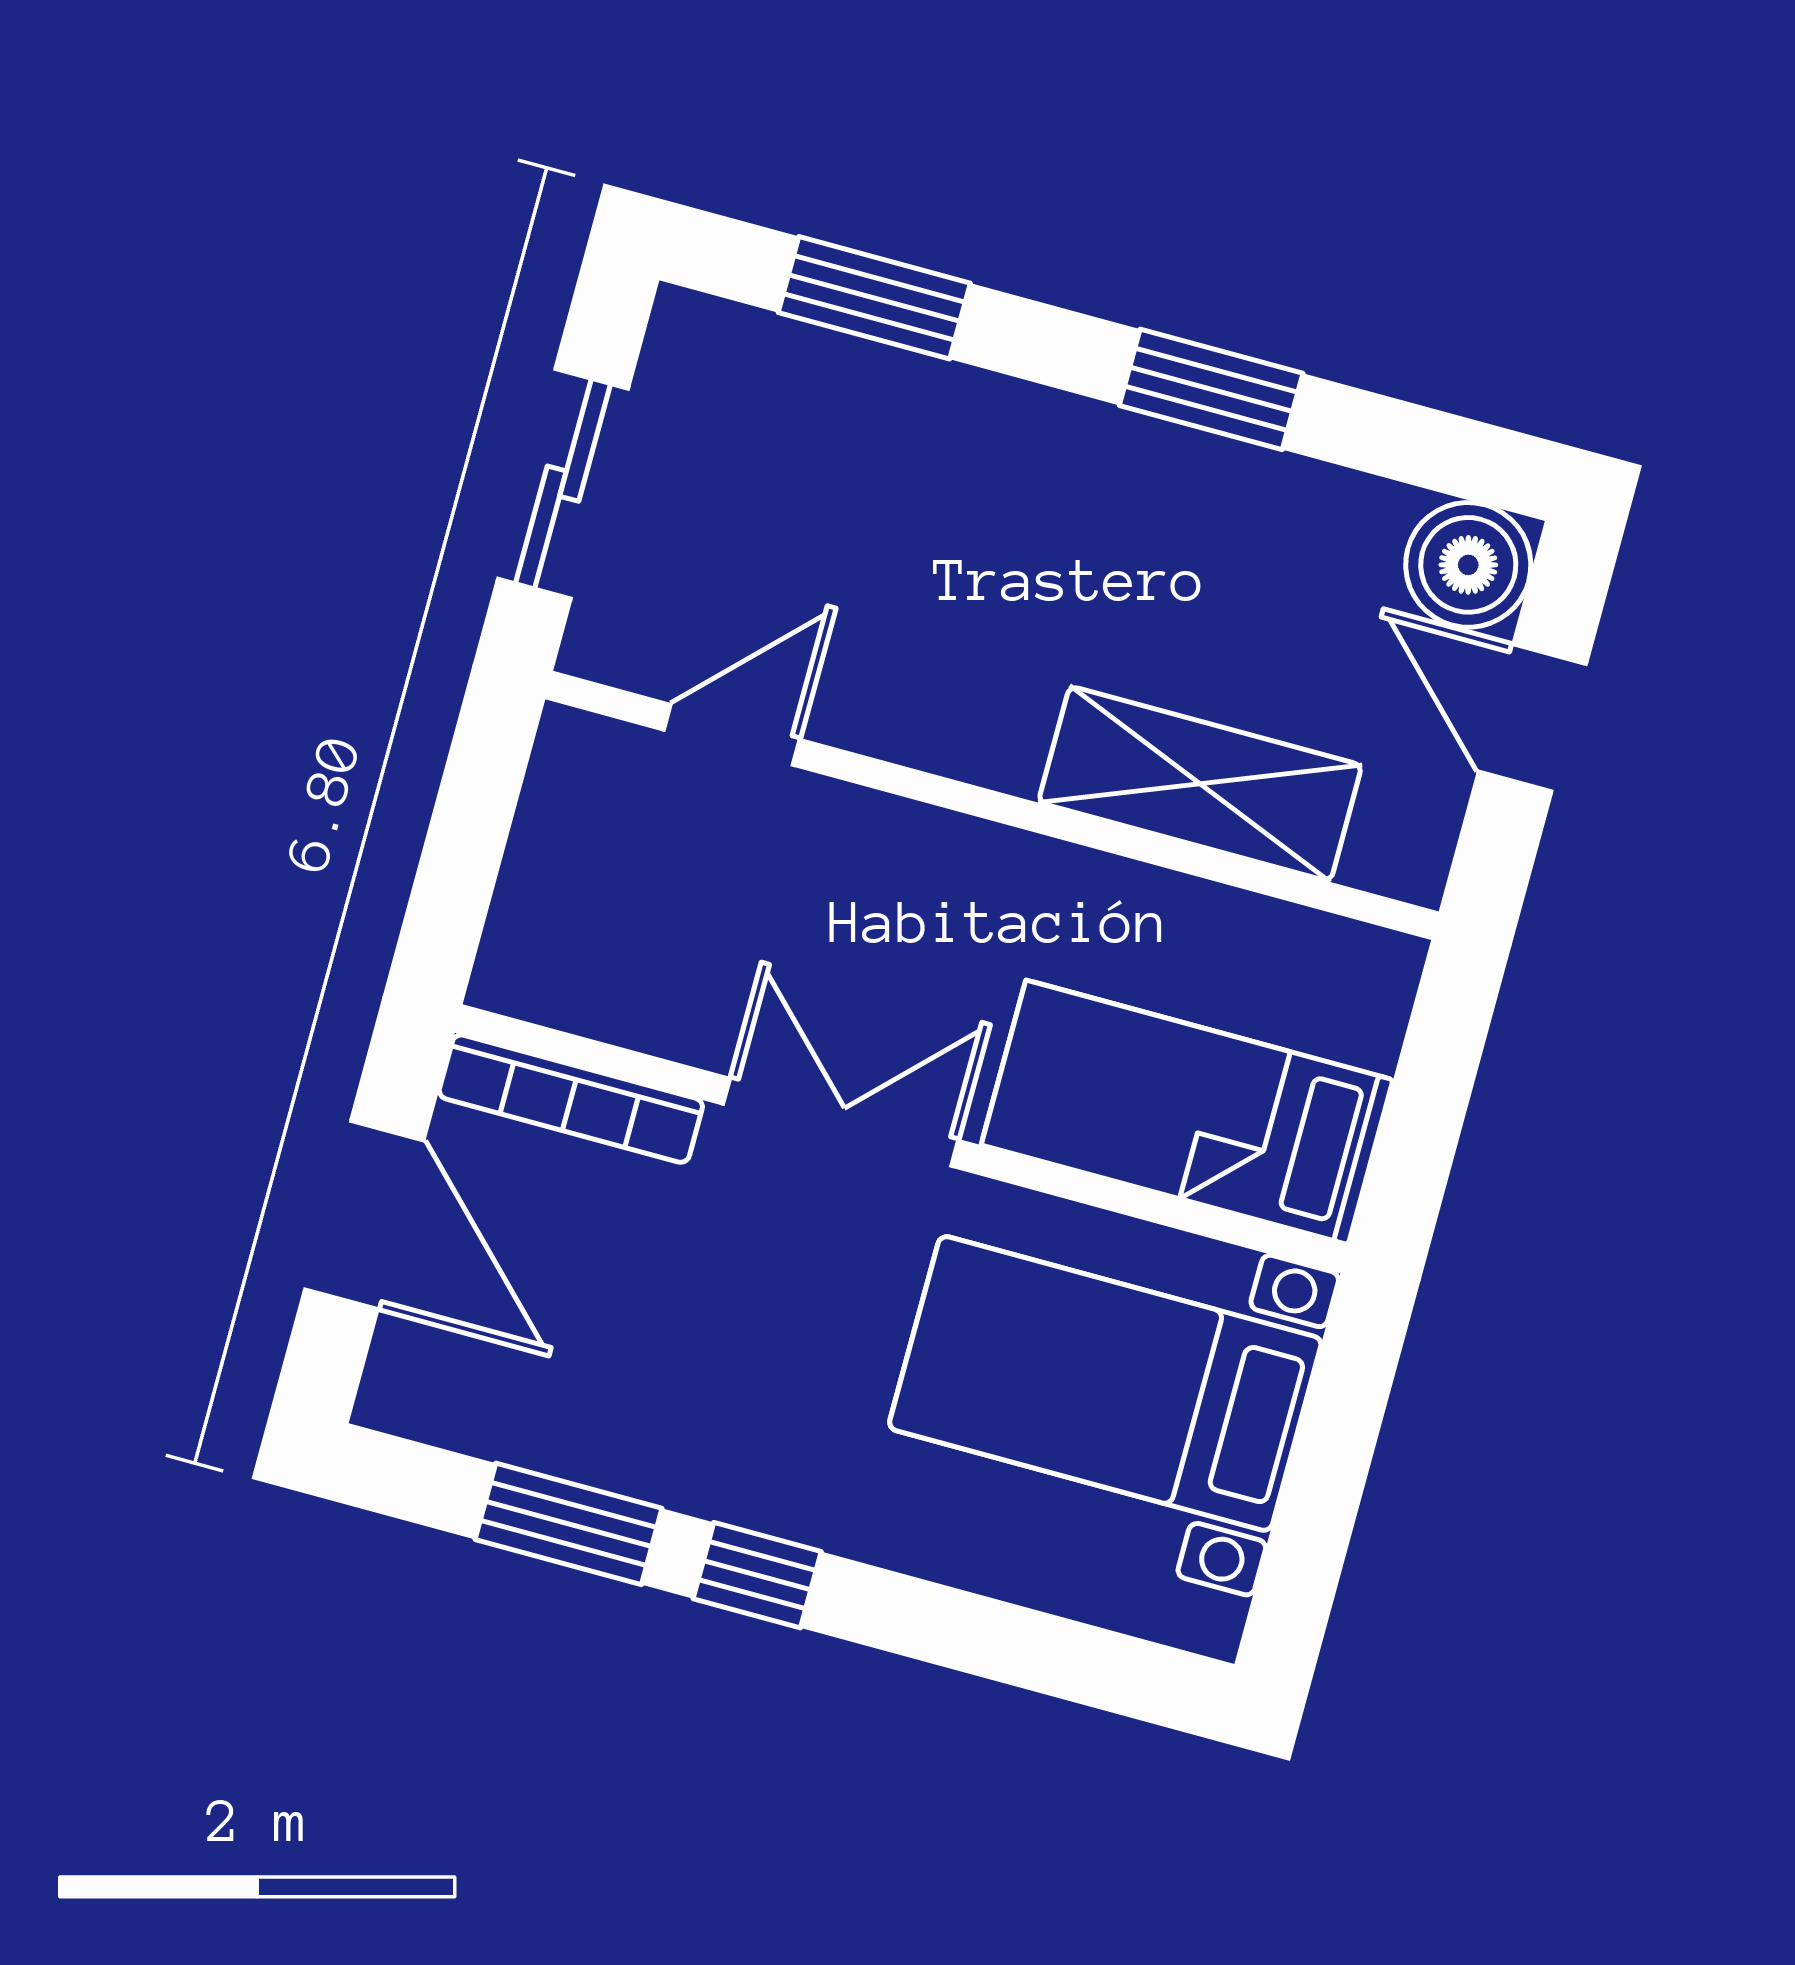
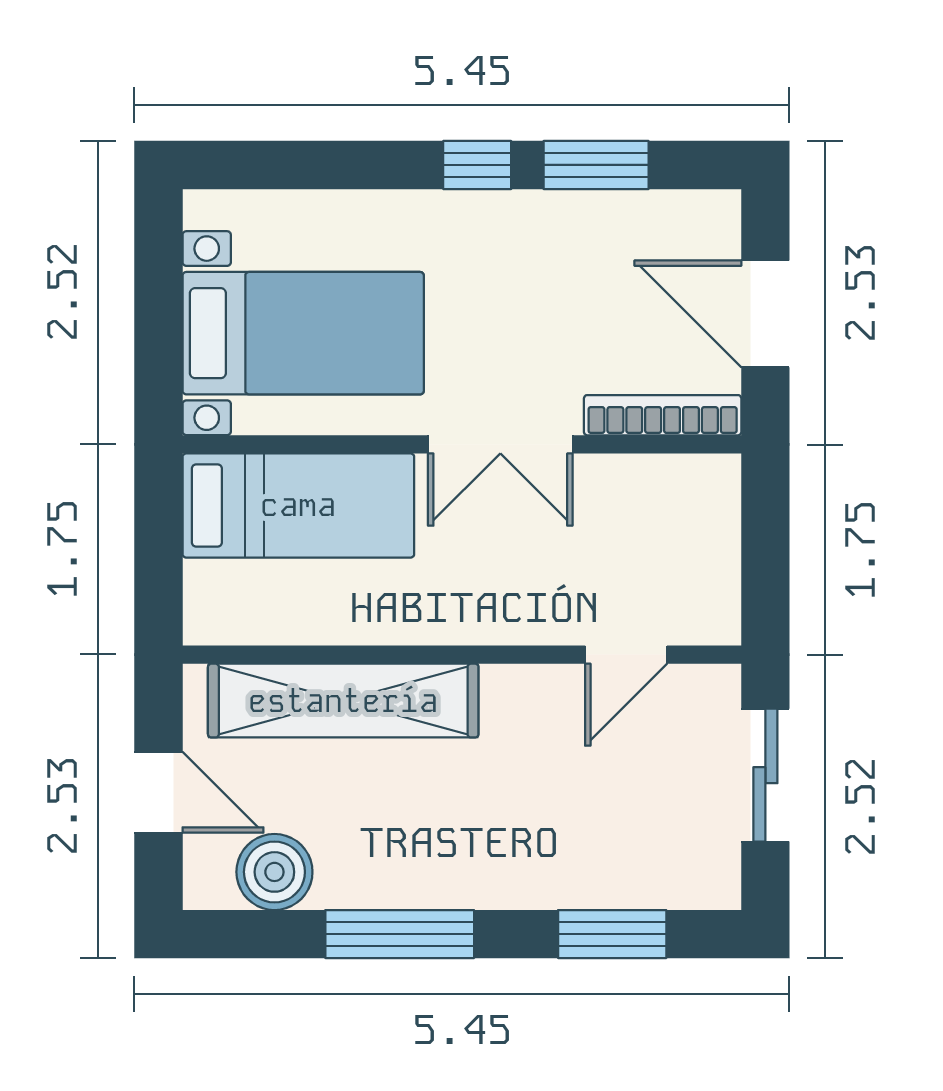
window: (1211, 389) -> (400, 934), width x1.44
boiler: (1468, 565) -> (274, 872), moved
shelving: (1200, 784) -> (343, 701), width x1.47

